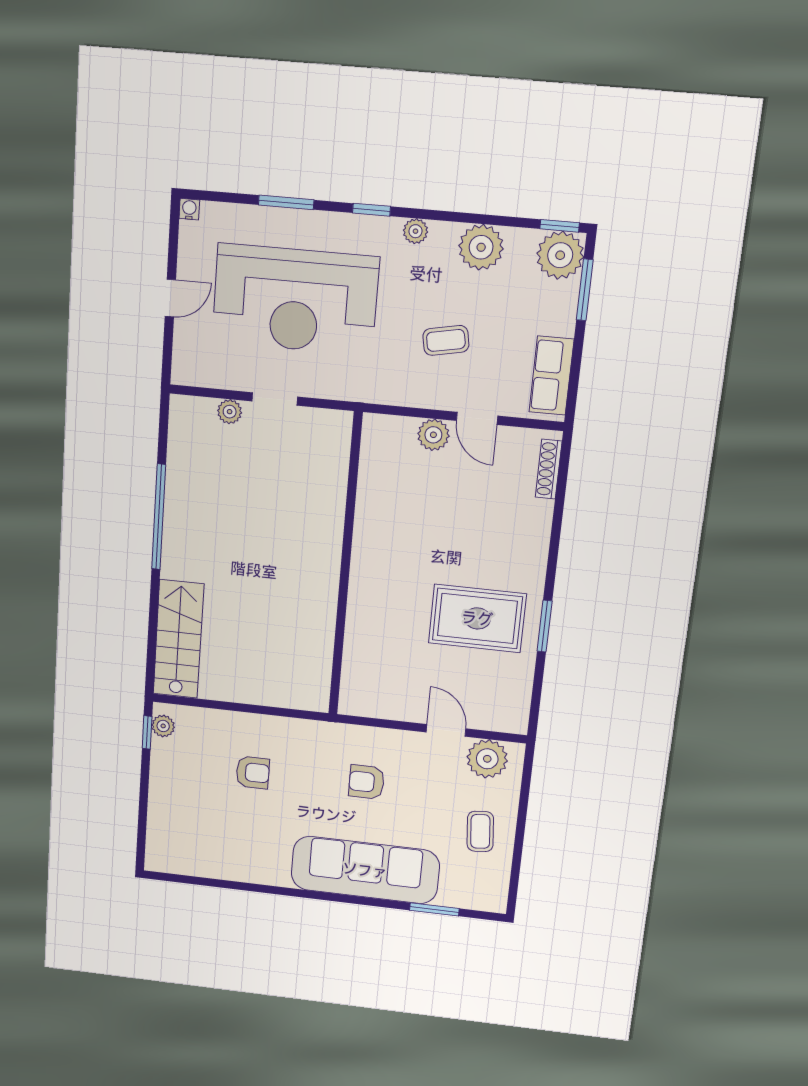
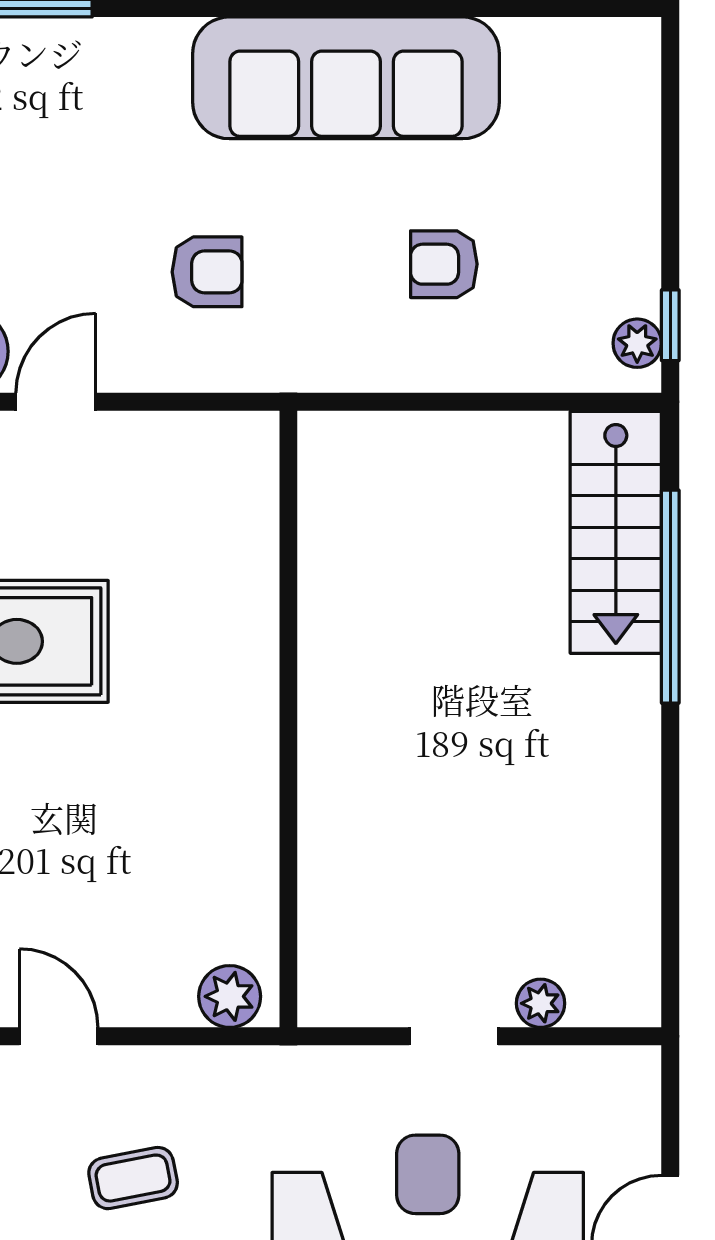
plant: (433, 435) -> (230, 996), moved
window: (159, 517) -> (670, 597), moved
door: (446, 730) -> (56, 402), swing flipped
sofa: (365, 870) -> (346, 78), moved

